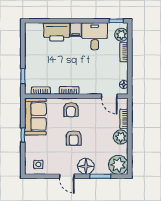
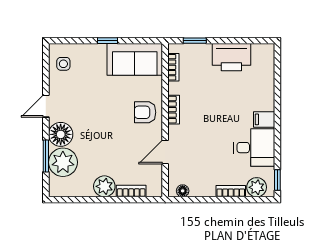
printer: (57, 32) -> (231, 57), moved, turned -90
door: (109, 96) -> (165, 152), moved
armchair: (74, 138) -> (103, 116), removed
plant: (118, 165) -> (63, 162), moved

